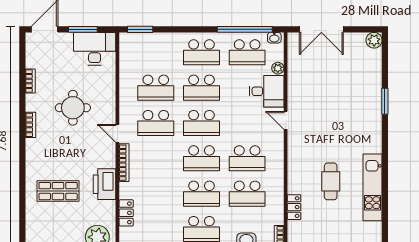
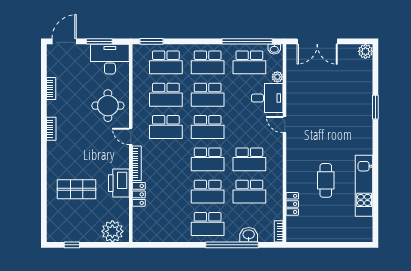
school desk: (156, 52) -> (166, 62), added
round table: (73, 108) -> (108, 106), moved
locker: (126, 213) -> (139, 194), moved

